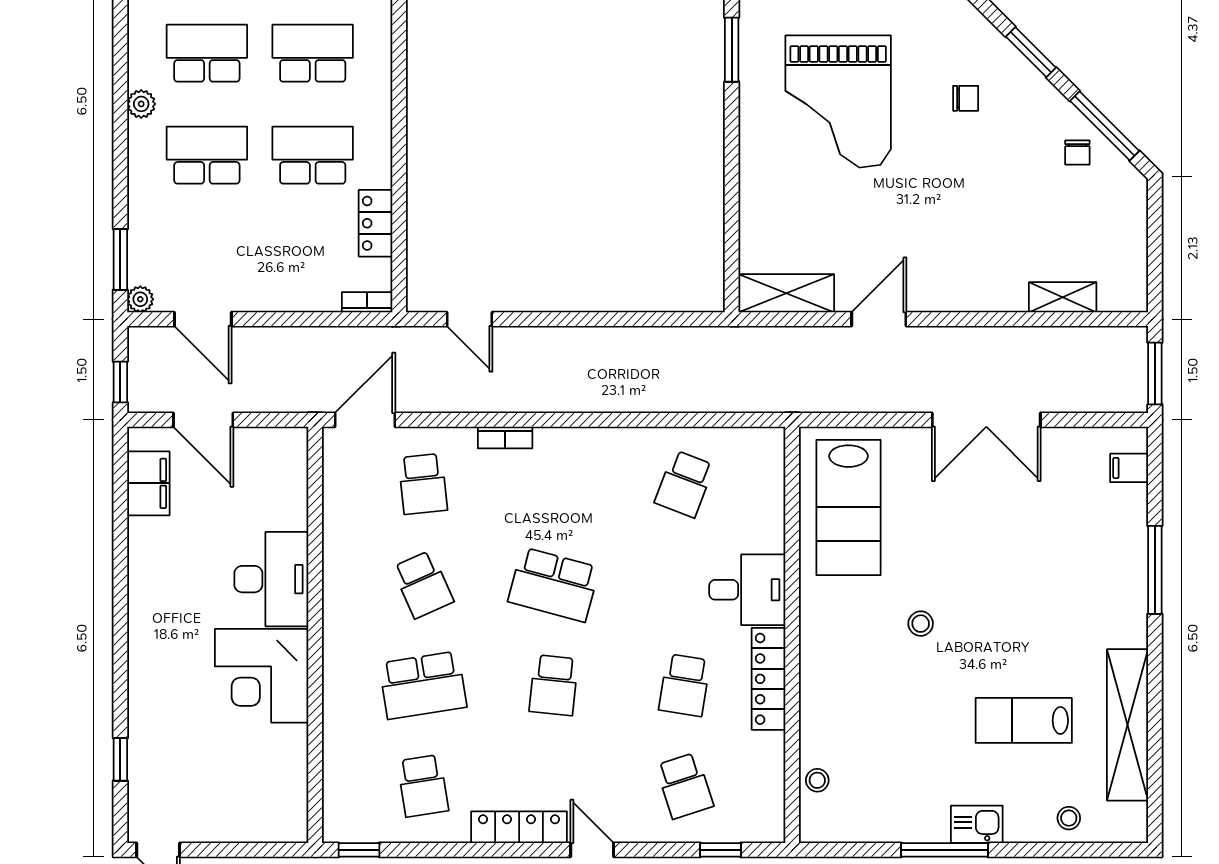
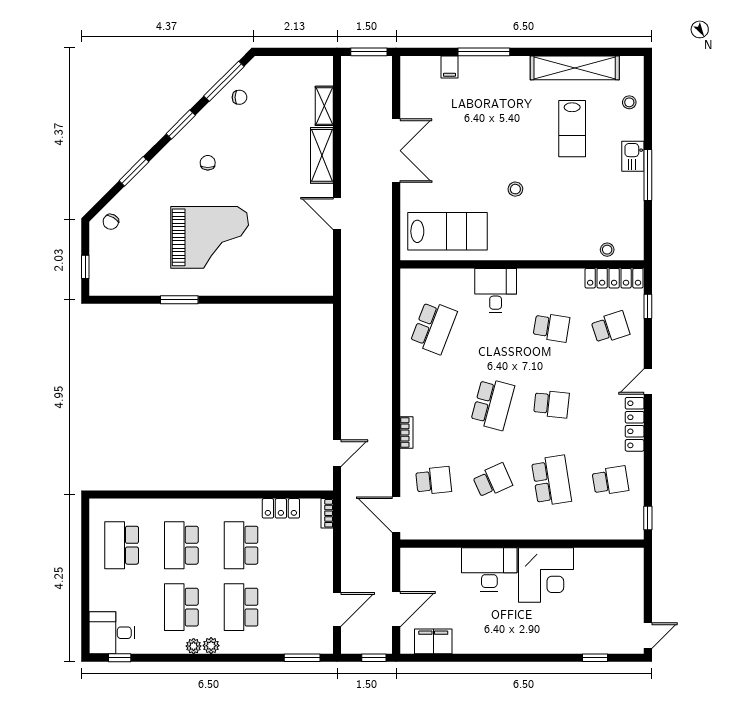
shelving: (786, 293) -> (322, 155), moved
plant: (140, 299) -> (194, 646), moved
filing cabinet: (1129, 468) -> (449, 67), moved
school desk: (684, 484) -> (434, 327), width x1.85
locker: (769, 679) -> (614, 278), moved

